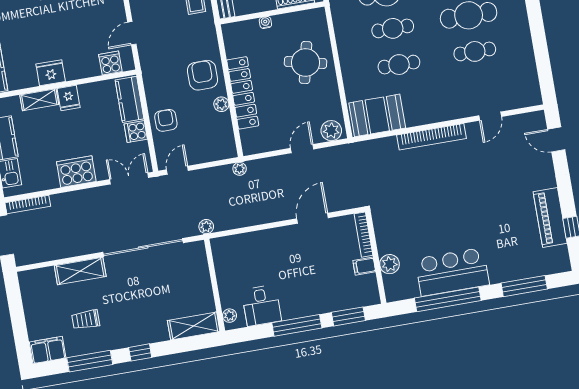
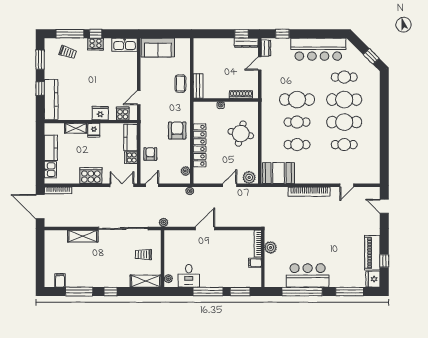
fridge: (51, 73) -> (100, 113), moved
plant: (221, 104) -> (185, 171), moved
door: (313, 218) -> (205, 228), moved
fridge: (558, 260) -> (373, 279), added
plant: (390, 264) -> (270, 247), moved
trolley: (86, 320) -> (143, 255), moved
filing cabinet: (48, 350) -> (60, 280), width x0.50

